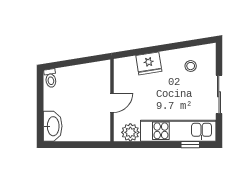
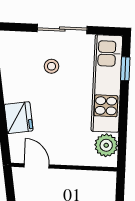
stool: (191, 66) -> (52, 66), moved
door: (112, 103) -> (37, 166), moved

